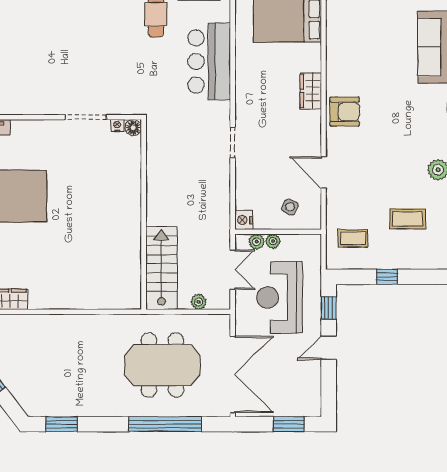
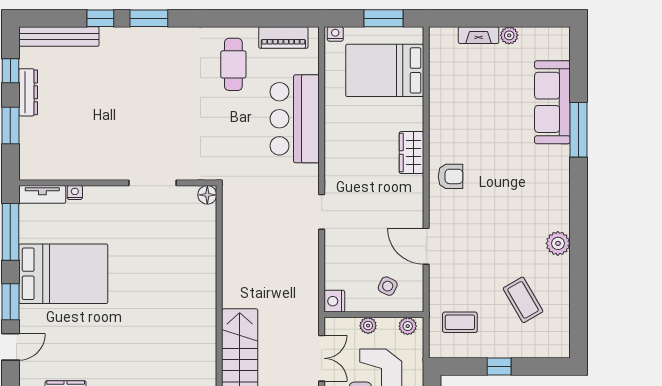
armchair: (345, 112) -> (451, 176), width x0.72, depth x0.72
nightstand: (117, 126) -> (75, 193), moved
coffee table: (408, 219) -> (523, 300), turned 60
plant: (257, 242) -> (408, 326), moved

